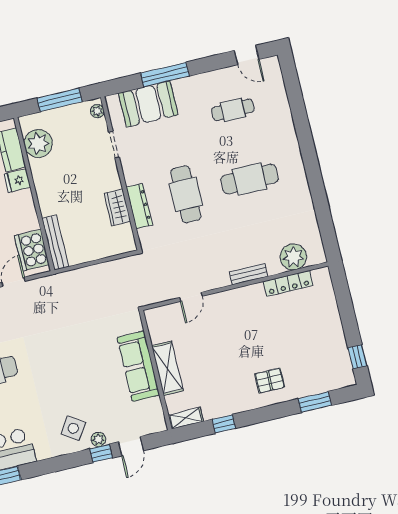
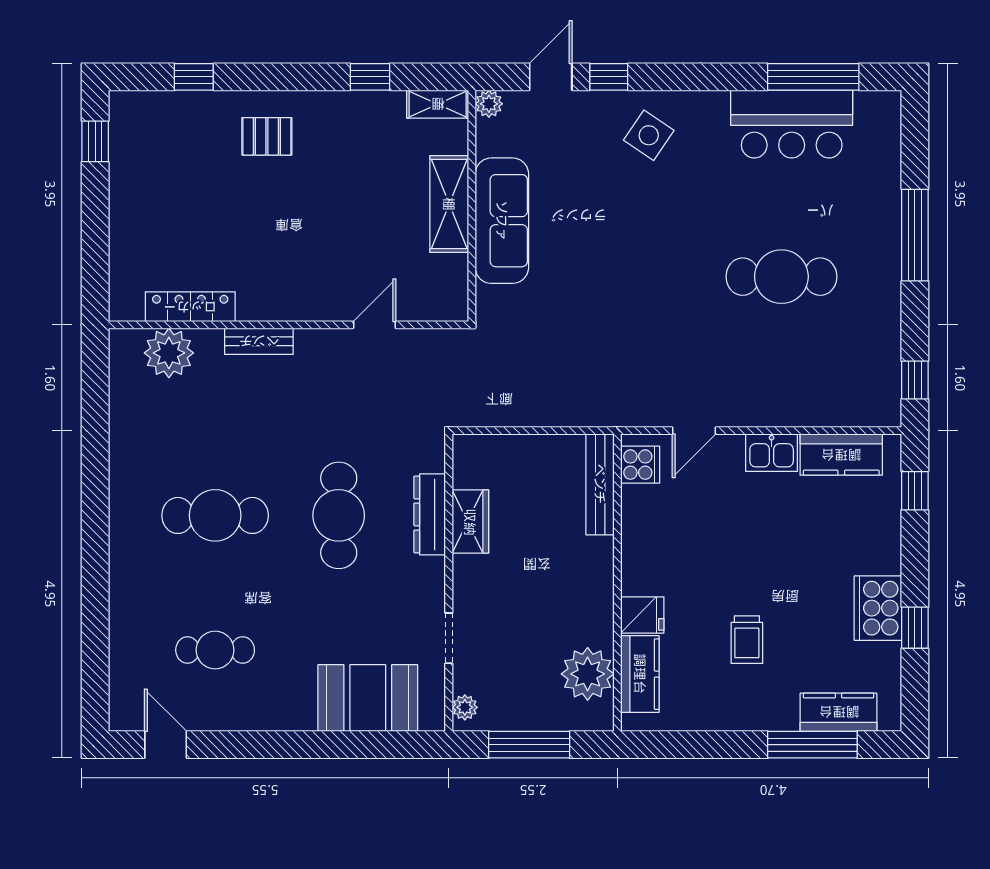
window: (165, 75) -> (324, 745), removed
cooker: (32, 250) -> (640, 465), width x0.53, depth x0.76
window: (315, 402) -> (194, 77), width x0.67
plant: (98, 439) -> (489, 104), moved

